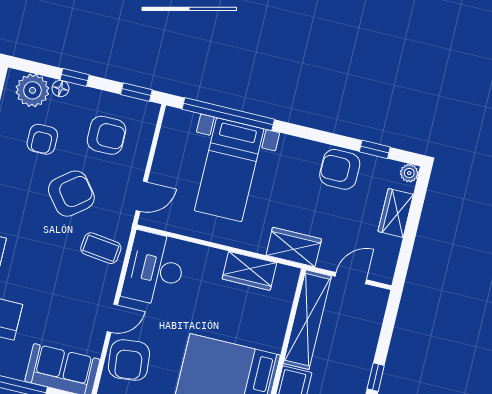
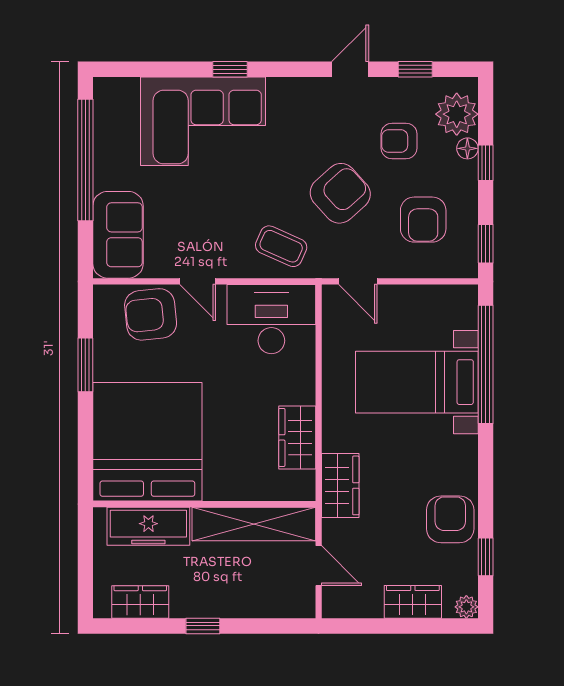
armchair: (71, 194) -> (340, 193), turned -94
coffee table: (101, 248) -> (281, 246), turned -73

